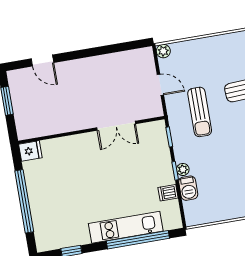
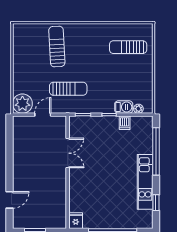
plant: (163, 51) -> (22, 104), width x1.87, depth x1.87
plant: (183, 169) -> (138, 109), moved
kitchen unit: (126, 227) -> (145, 182), moved

